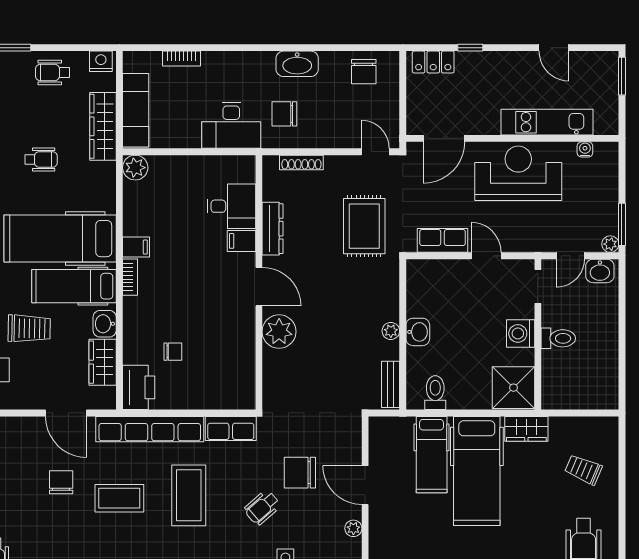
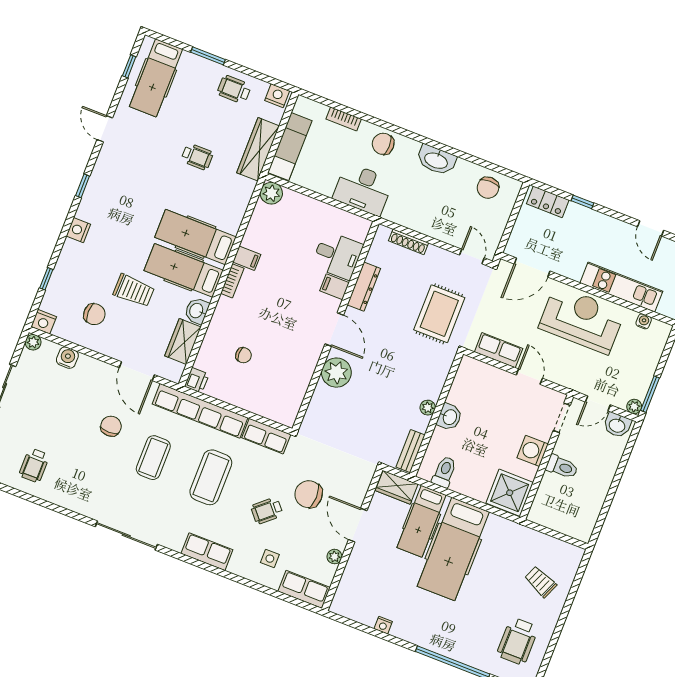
chair: (284, 114) -> (383, 144), moved
hospital bed: (60, 239) -> (195, 237), width x0.73, depth x0.78
printer: (139, 387) -> (197, 380), width x0.53, depth x0.68
wardrobe: (526, 429) -> (397, 487), moved
coffee table: (119, 498) -> (153, 458), turned 90

